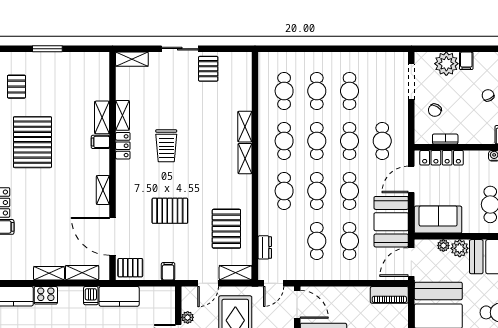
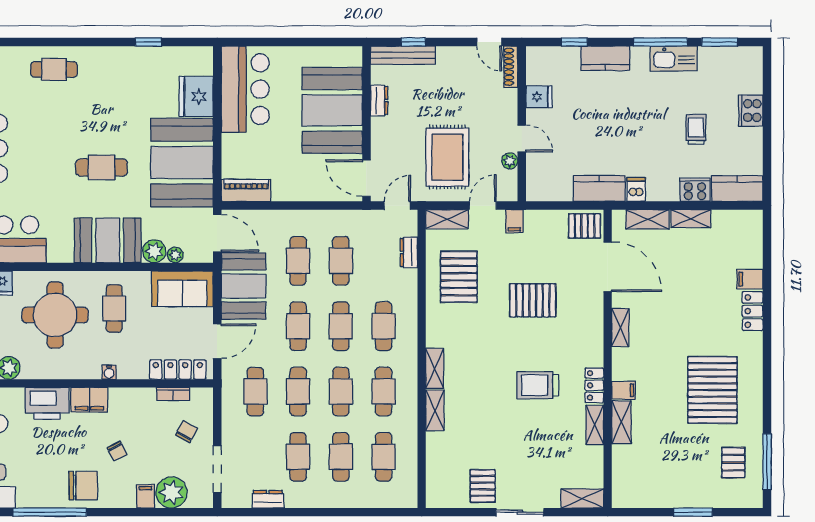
dresser: (373, 59) -> (268, 499), added
trolley: (166, 146) -> (538, 385), turned -90
door: (411, 262) -> (217, 233), hinge flipped
filing cabinet: (168, 271) -> (514, 221), moved

